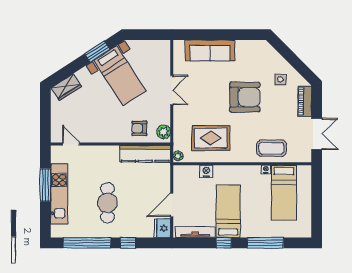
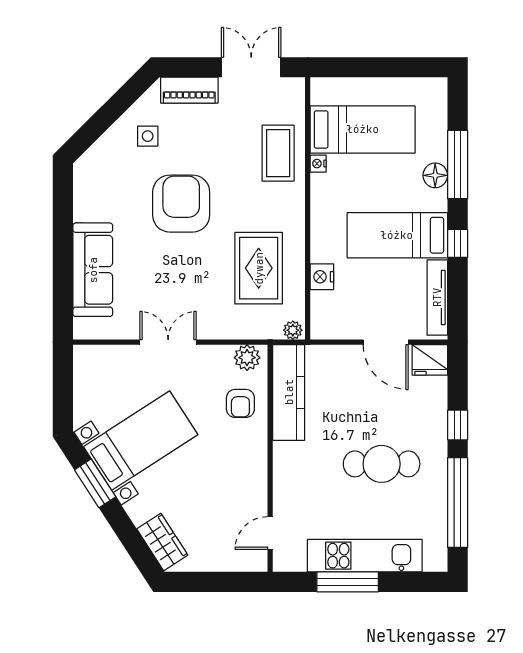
floor lamp: (260, 231) -> (435, 175), added

